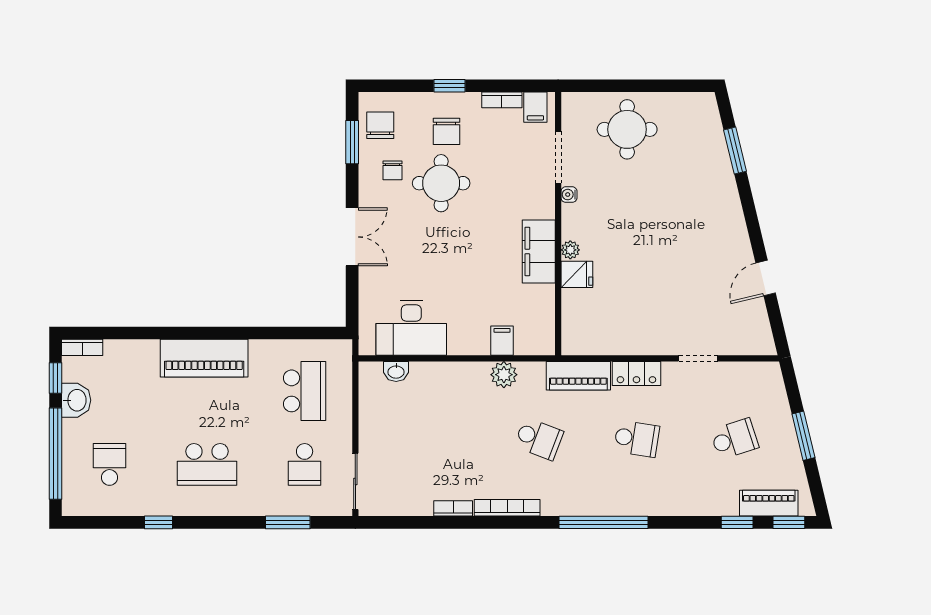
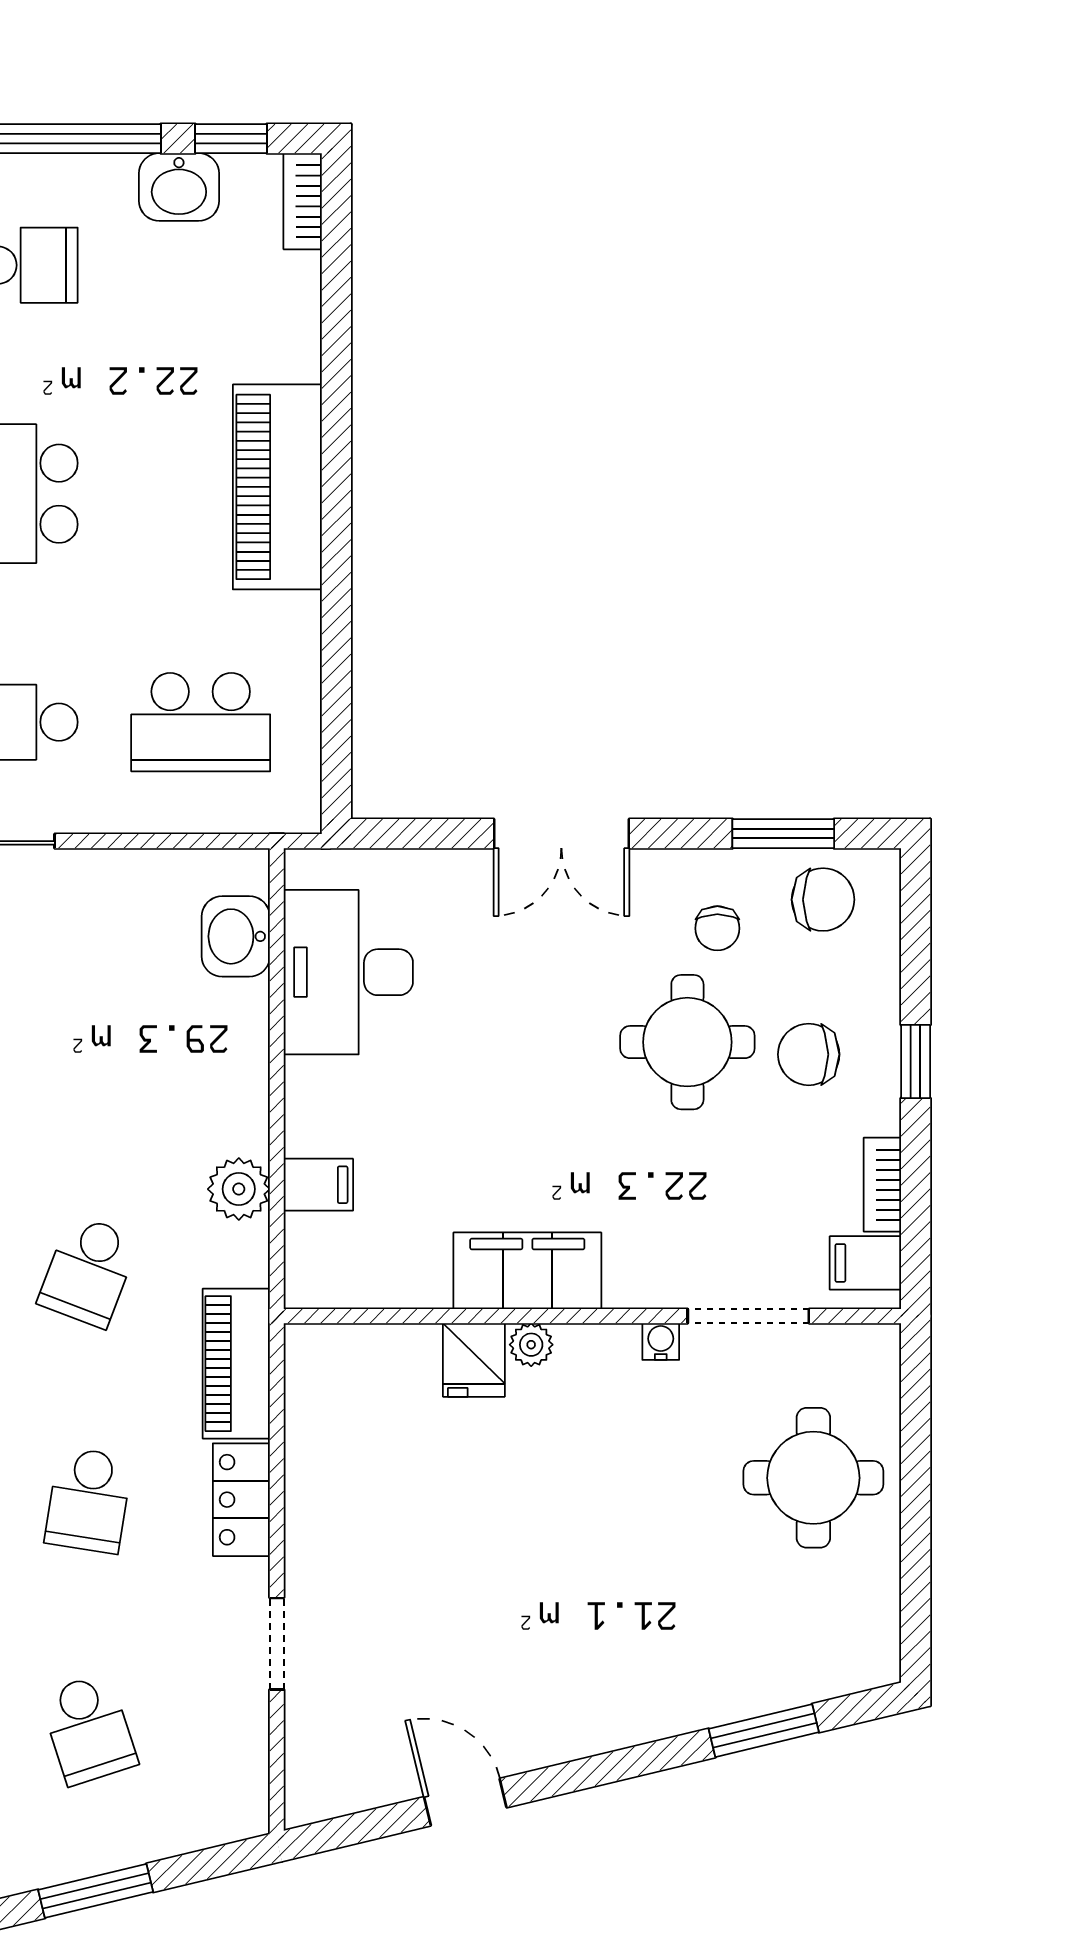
chair: (393, 170) -> (717, 928), turned -90
washbasin: (396, 371) -> (236, 936), width x1.38, depth x1.45

